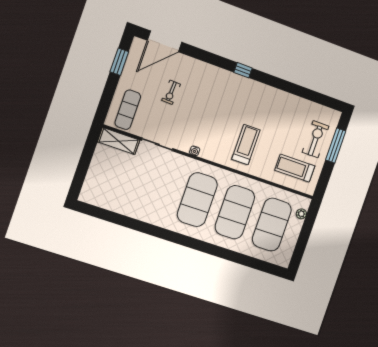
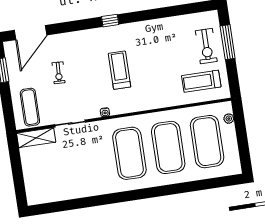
exercise bike: (316, 139) -> (206, 46), turned 180
treadmill: (246, 145) -> (120, 70), moved

